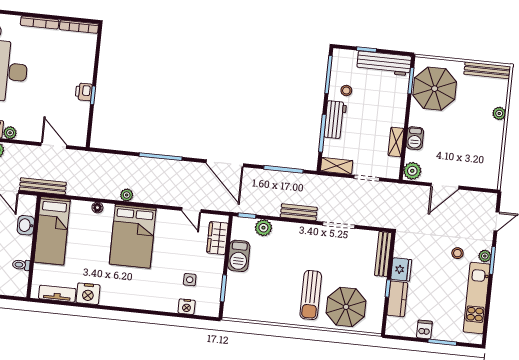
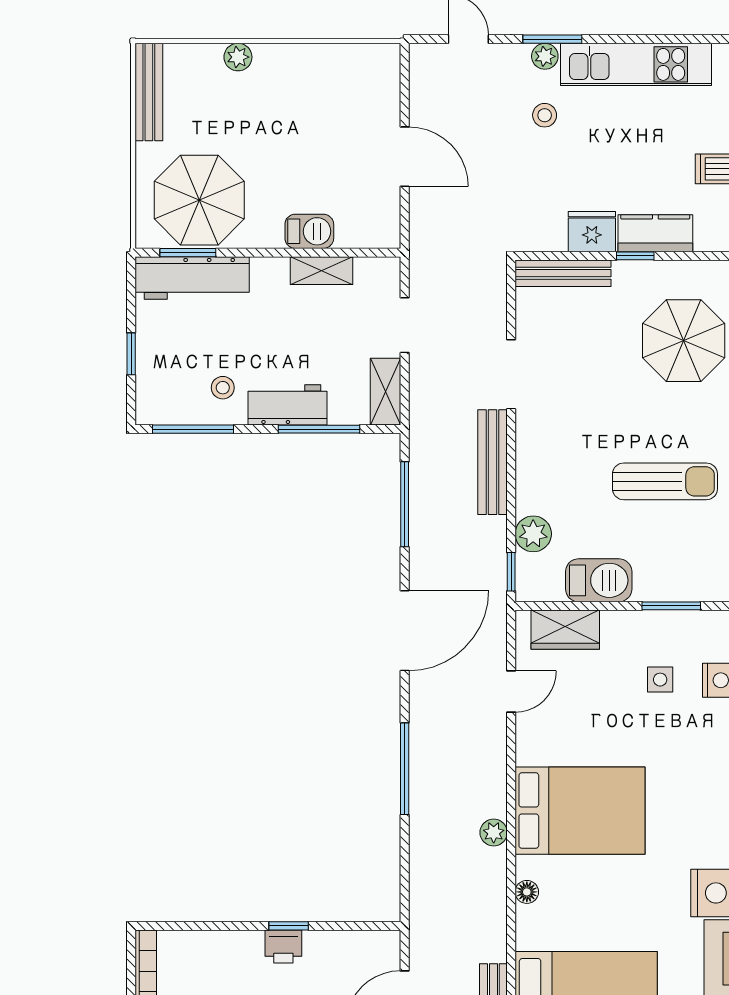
workbench: (384, 63) -> (192, 278), moved, turned 90
plant: (412, 171) -> (379, 230), removed
bench: (299, 212) -> (493, 462), width x1.36
sun lounger: (311, 295) -> (665, 481), moved

